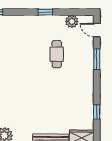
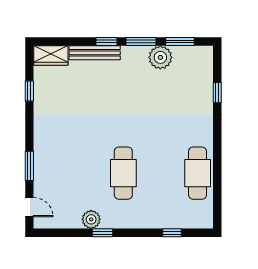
plant: (72, 21) -> (91, 219), moved
cafe table: (57, 54) -> (123, 173), moved, width x1.37, depth x1.35

